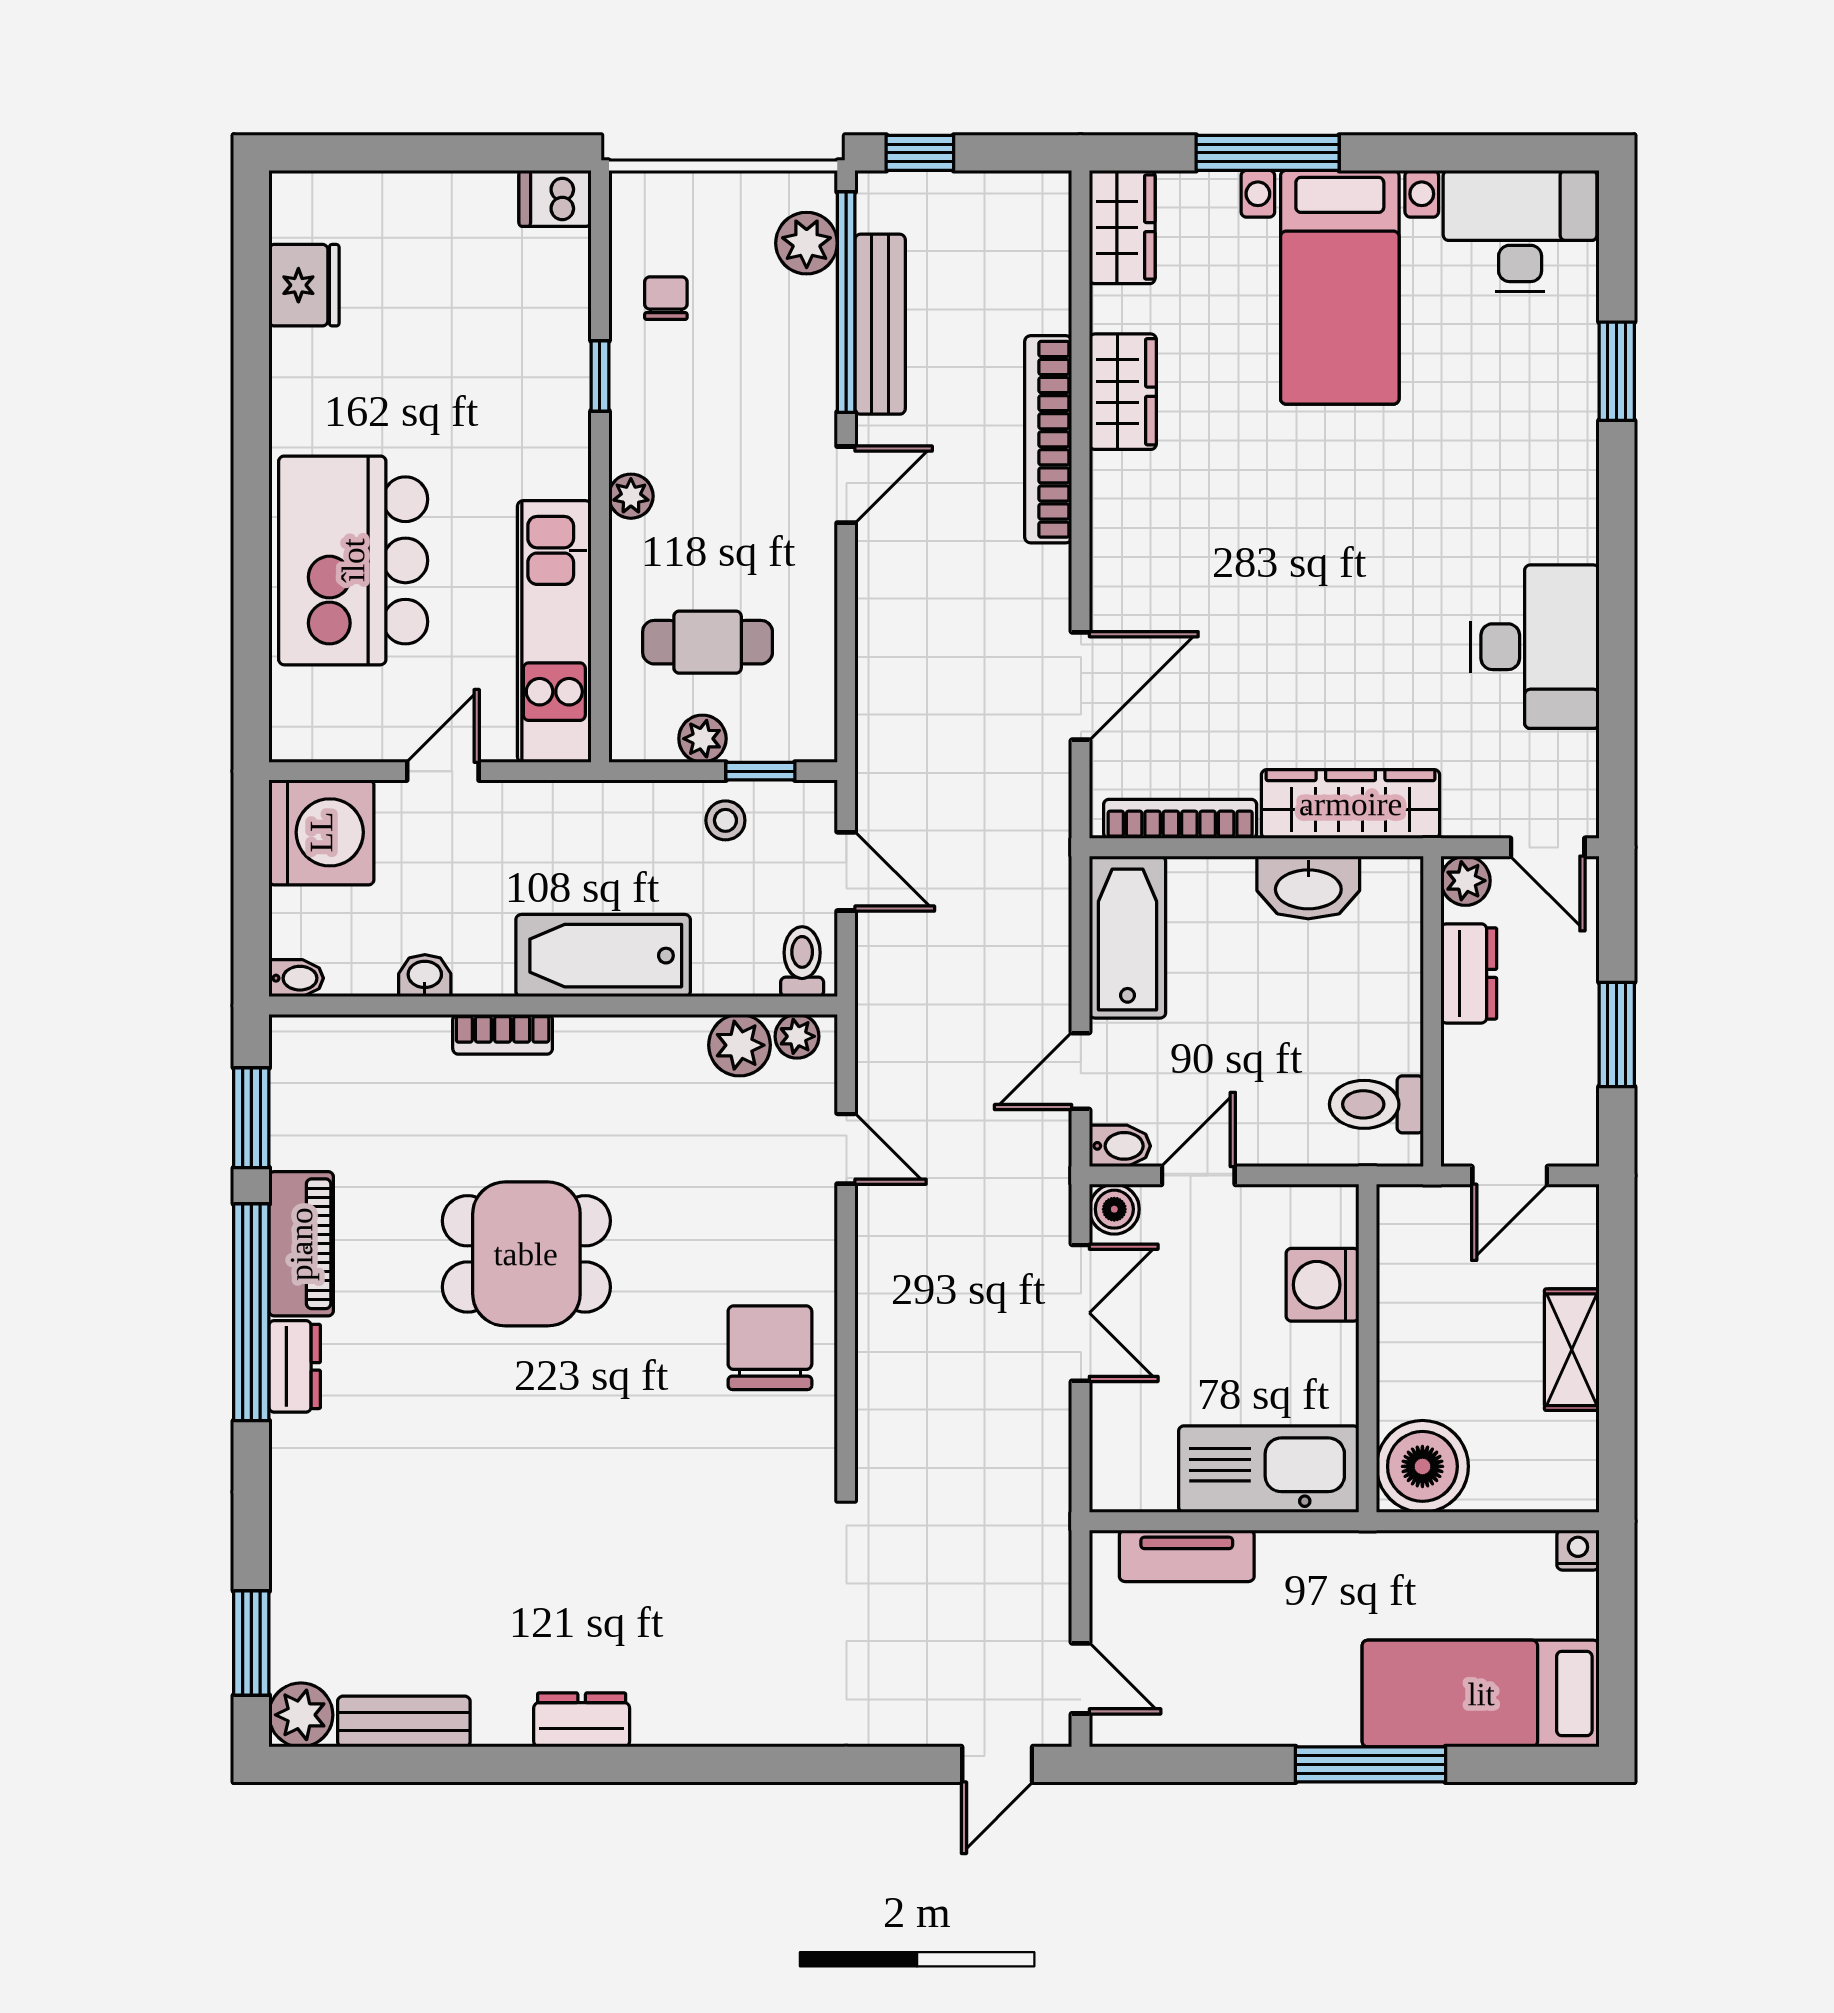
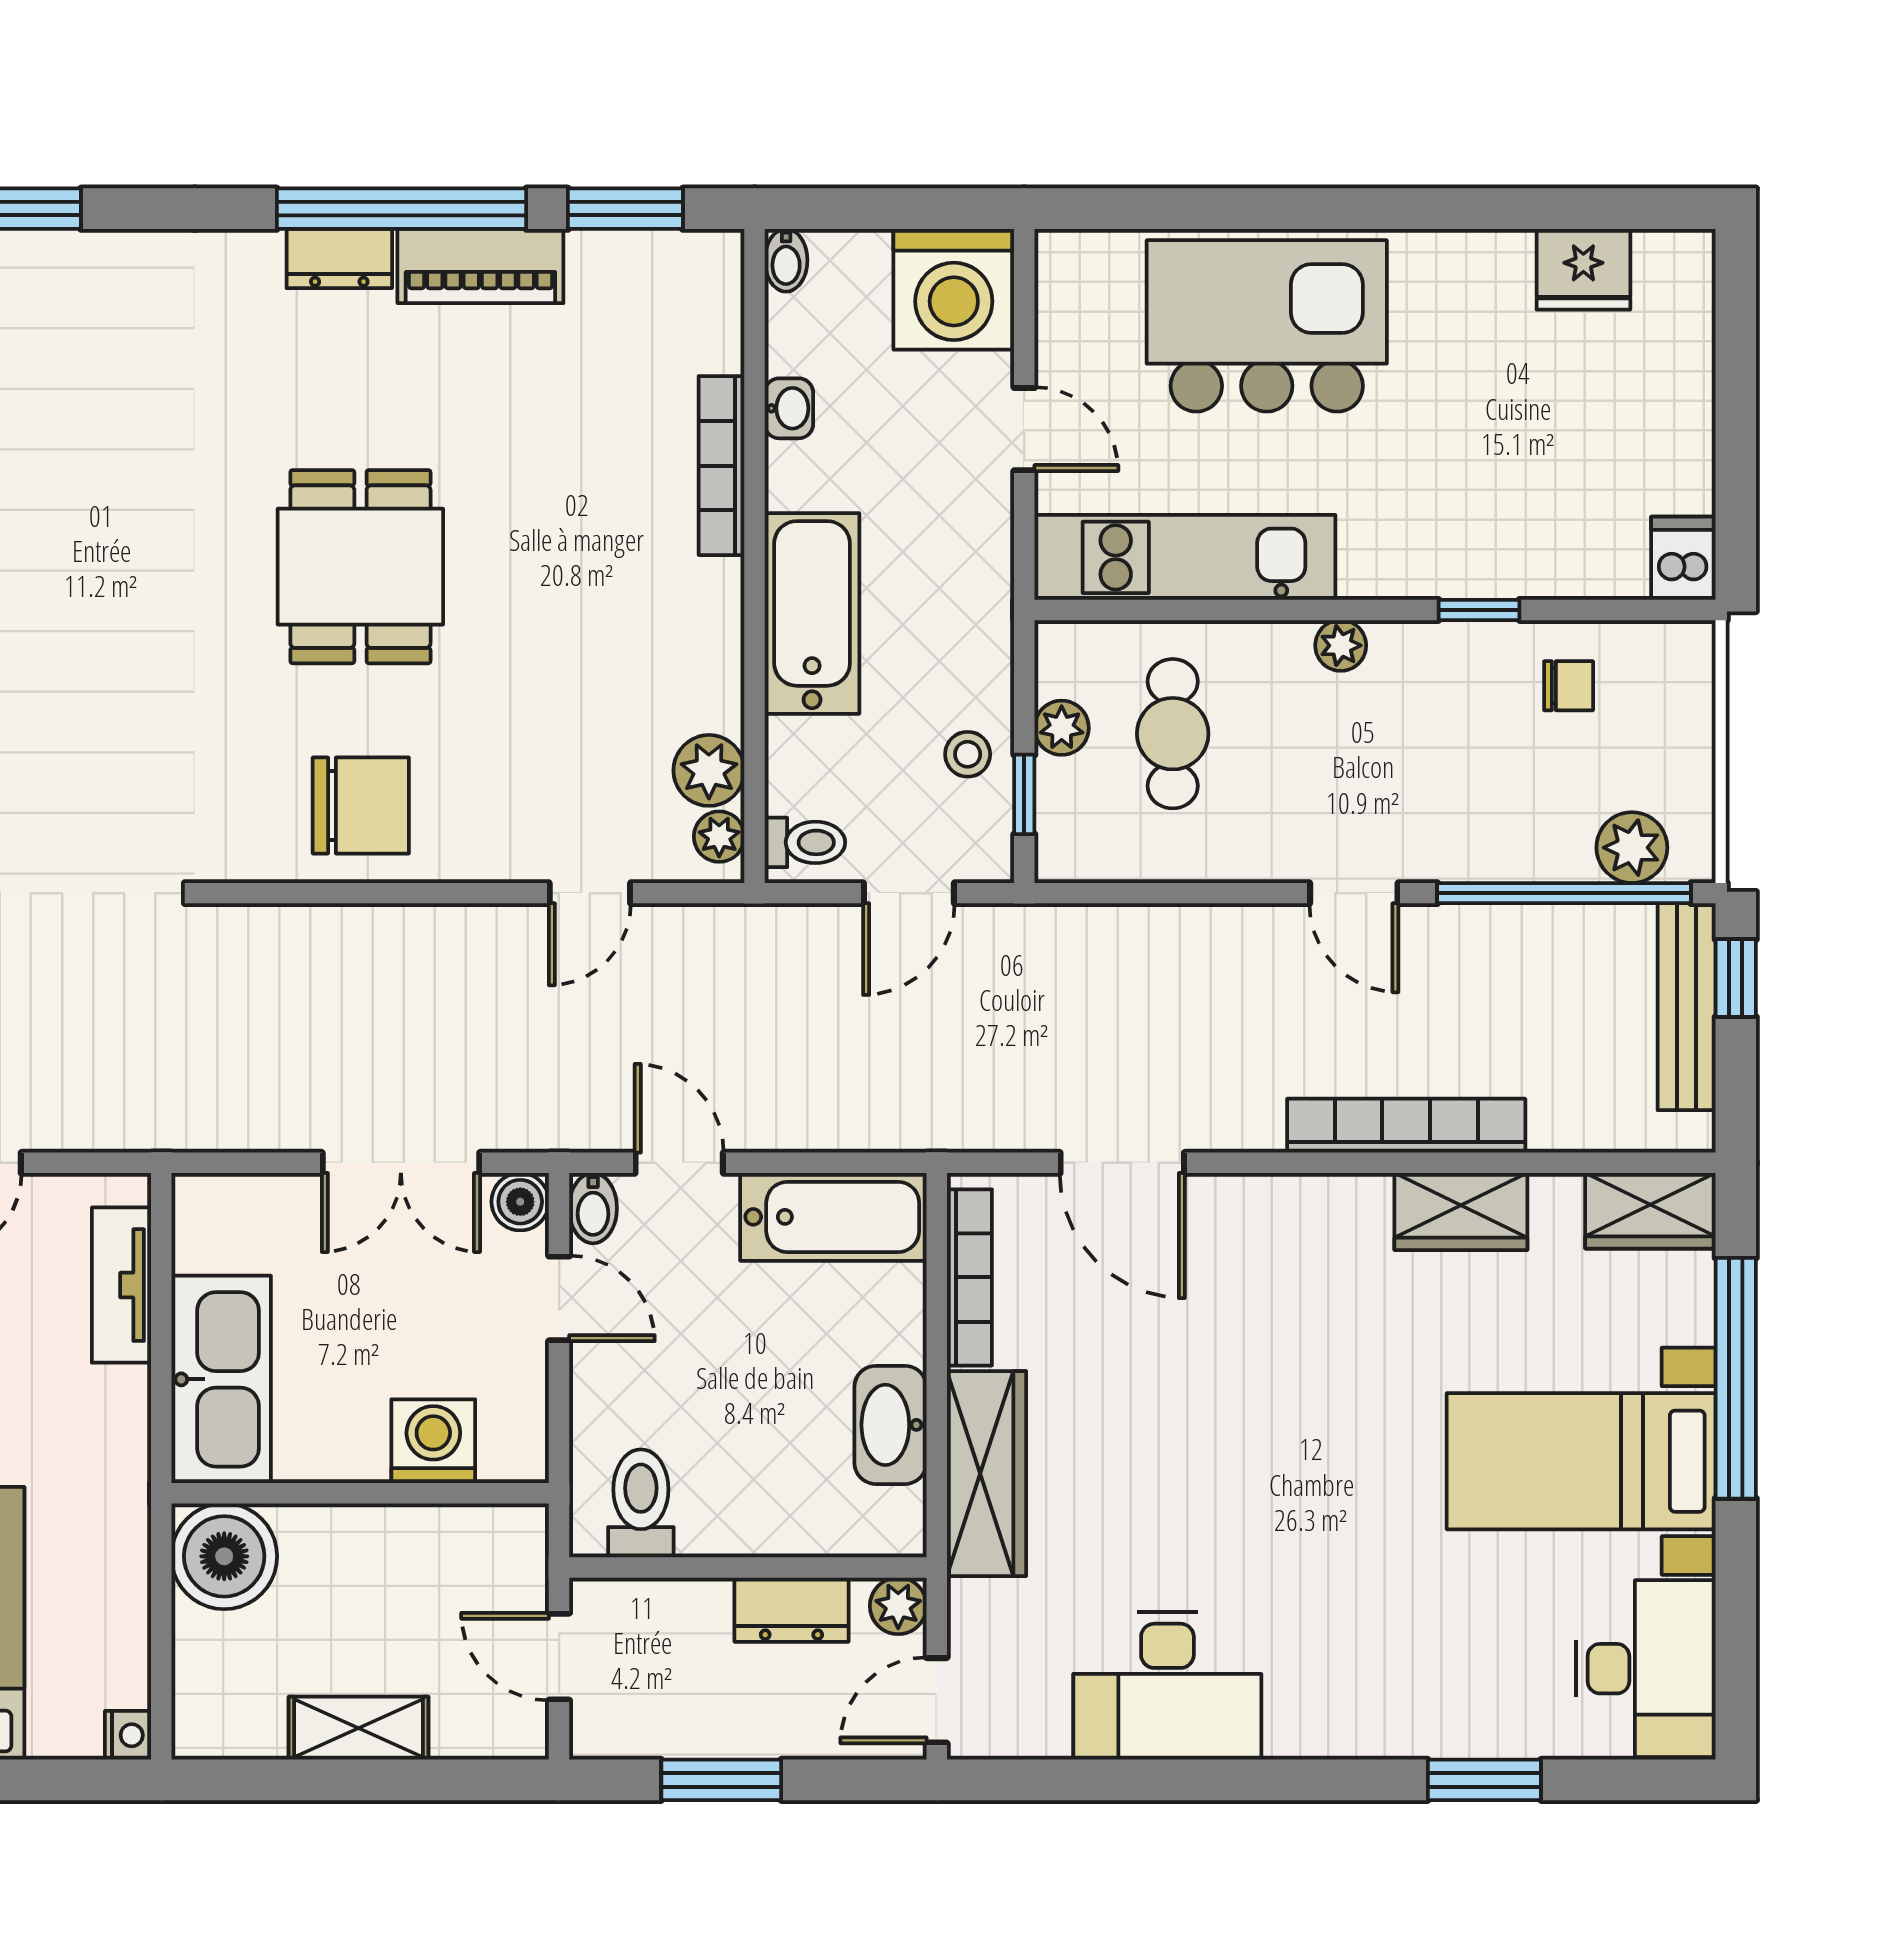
window: (1268, 153) -> (1736, 1378), width x1.46
bench: (880, 324) -> (1687, 1007), moved, turned 90
bookcase: (503, 1034) -> (722, 466), width x1.56
dining table: (526, 1254) -> (360, 567), moved

